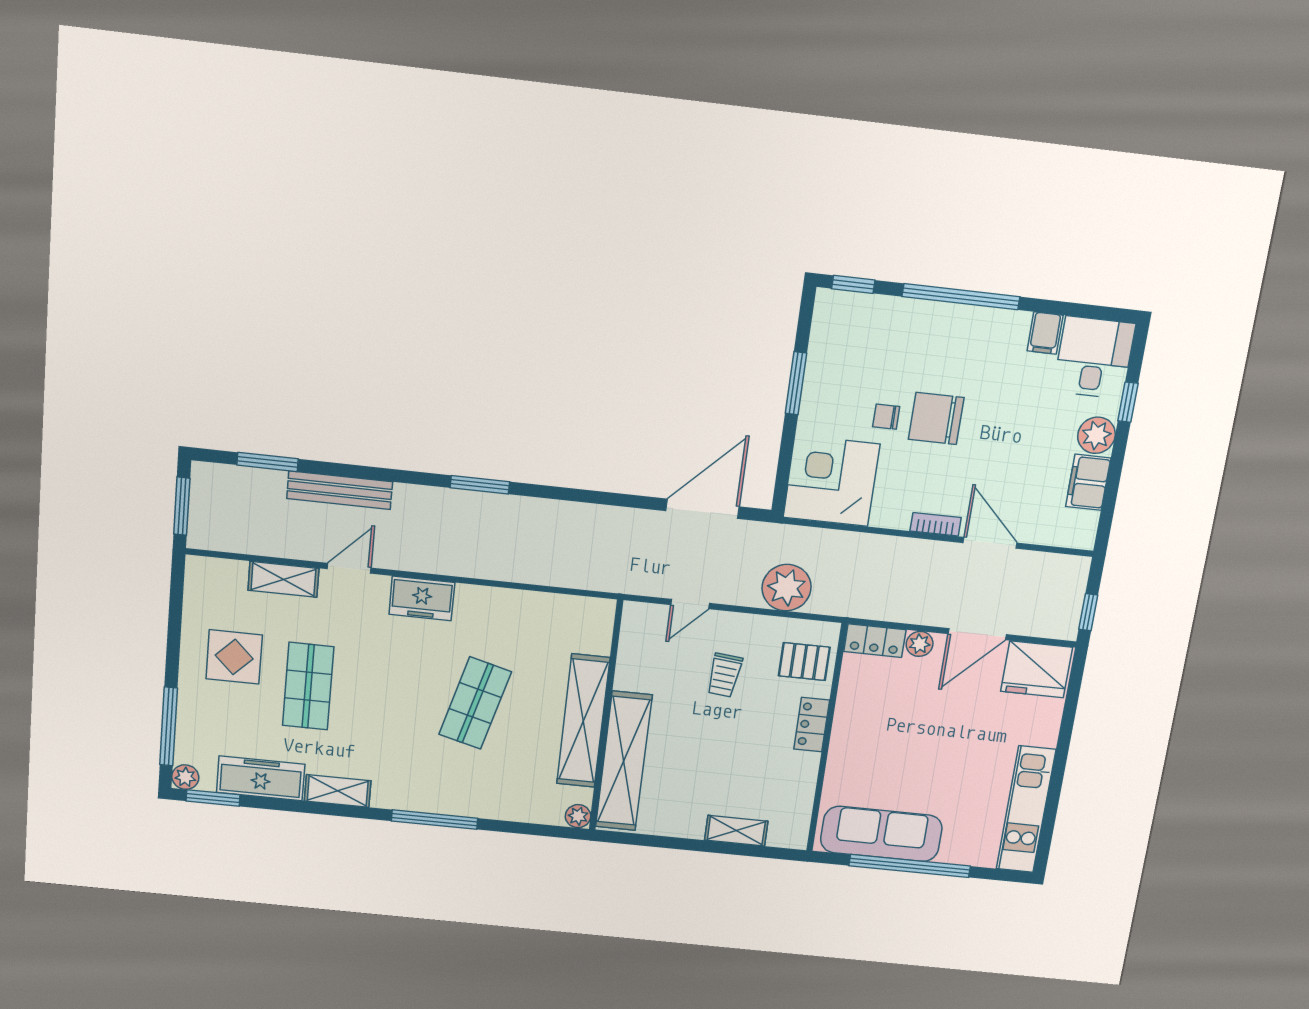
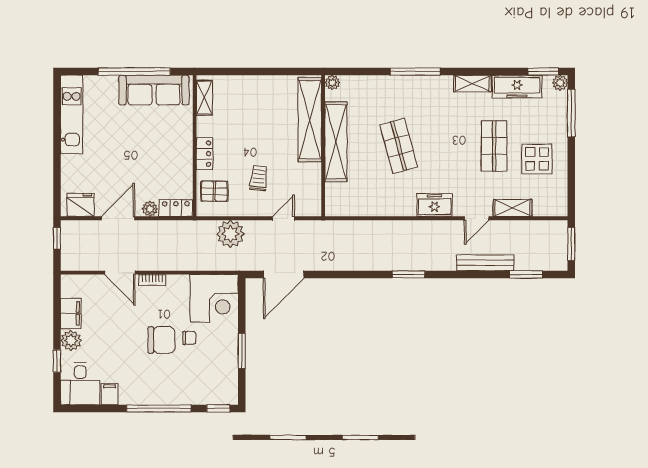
fridge: (1037, 669) -> (80, 205), width x0.73, depth x0.75
shop shelf: (475, 703) -> (399, 146), turned -30
shelving: (736, 831) -> (204, 98), moved, turned 90

